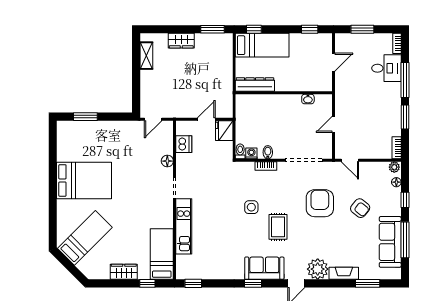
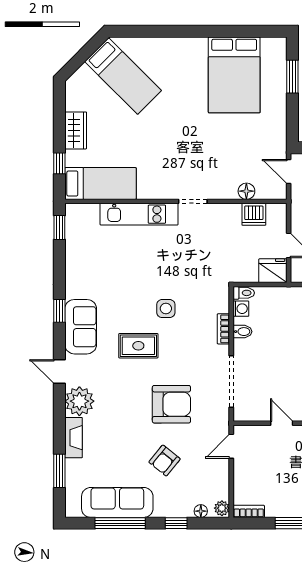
floor lamp: (167, 161) -> (246, 191), moved
bed: (84, 180) -> (234, 75), moved

